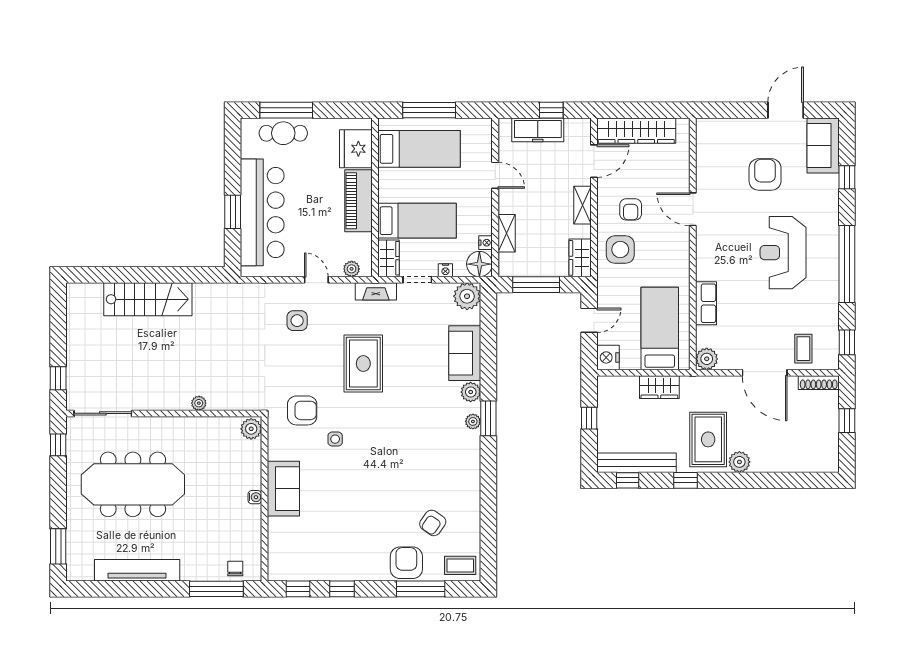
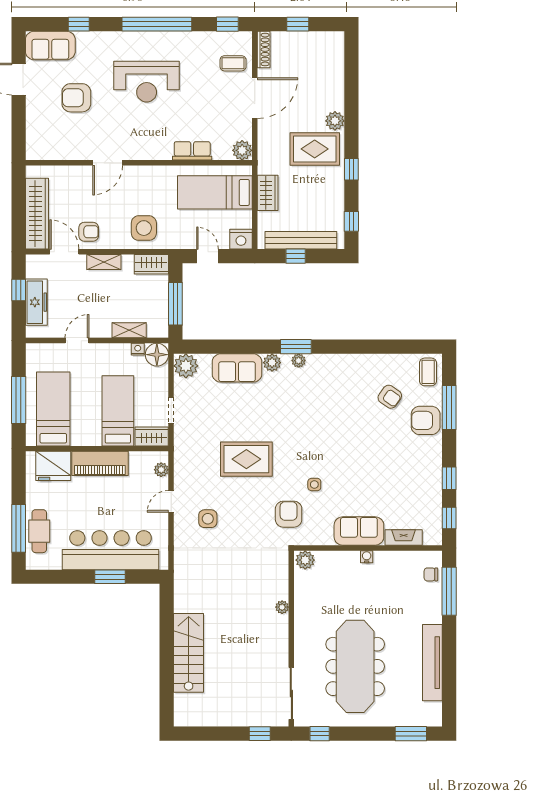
armchair: (631, 209) -> (89, 232), moved
nightstand: (445, 270) -> (162, 385), removed
fireplace: (376, 291) -> (404, 537), moved, turned -90
bench: (637, 463) -> (301, 240), moved, turned 90

